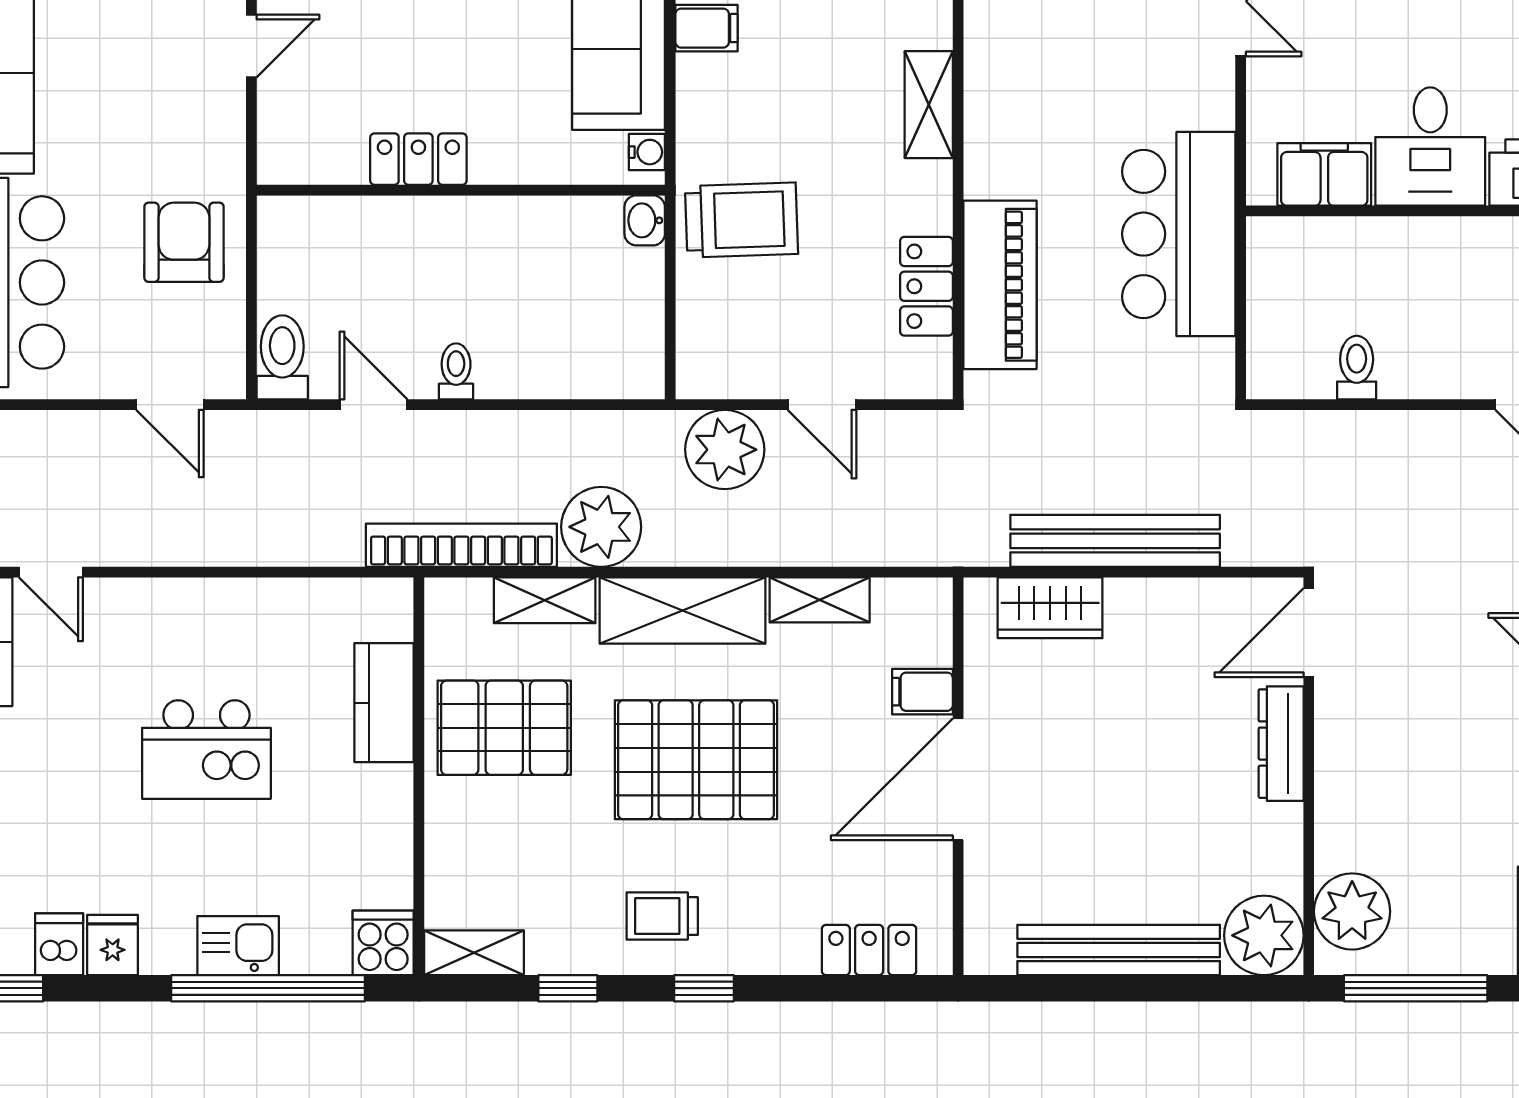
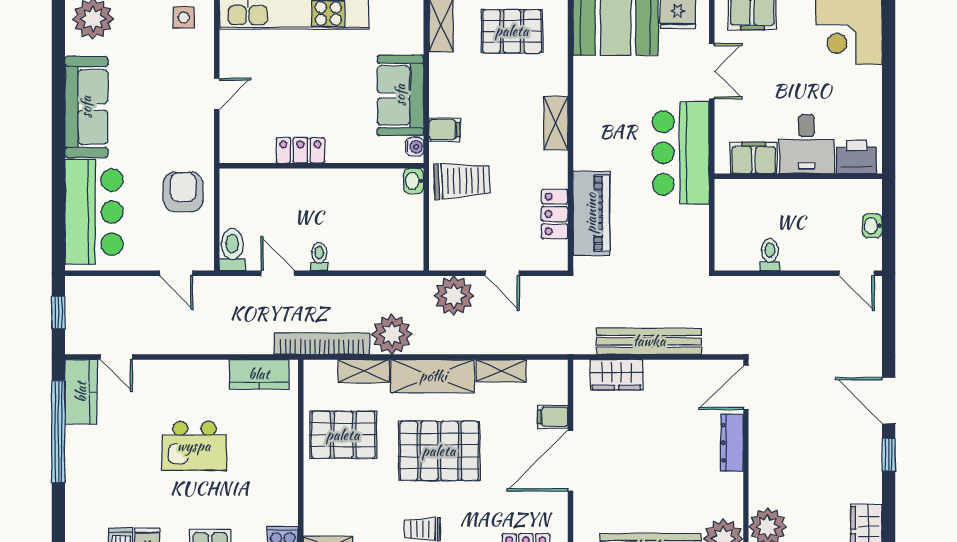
filing cabinet: (707, 28) -> (445, 130), moved
bar counter: (1179, 234) -> (681, 153), moved
kitchen counter: (384, 703) -> (259, 374), moved, turned -90

